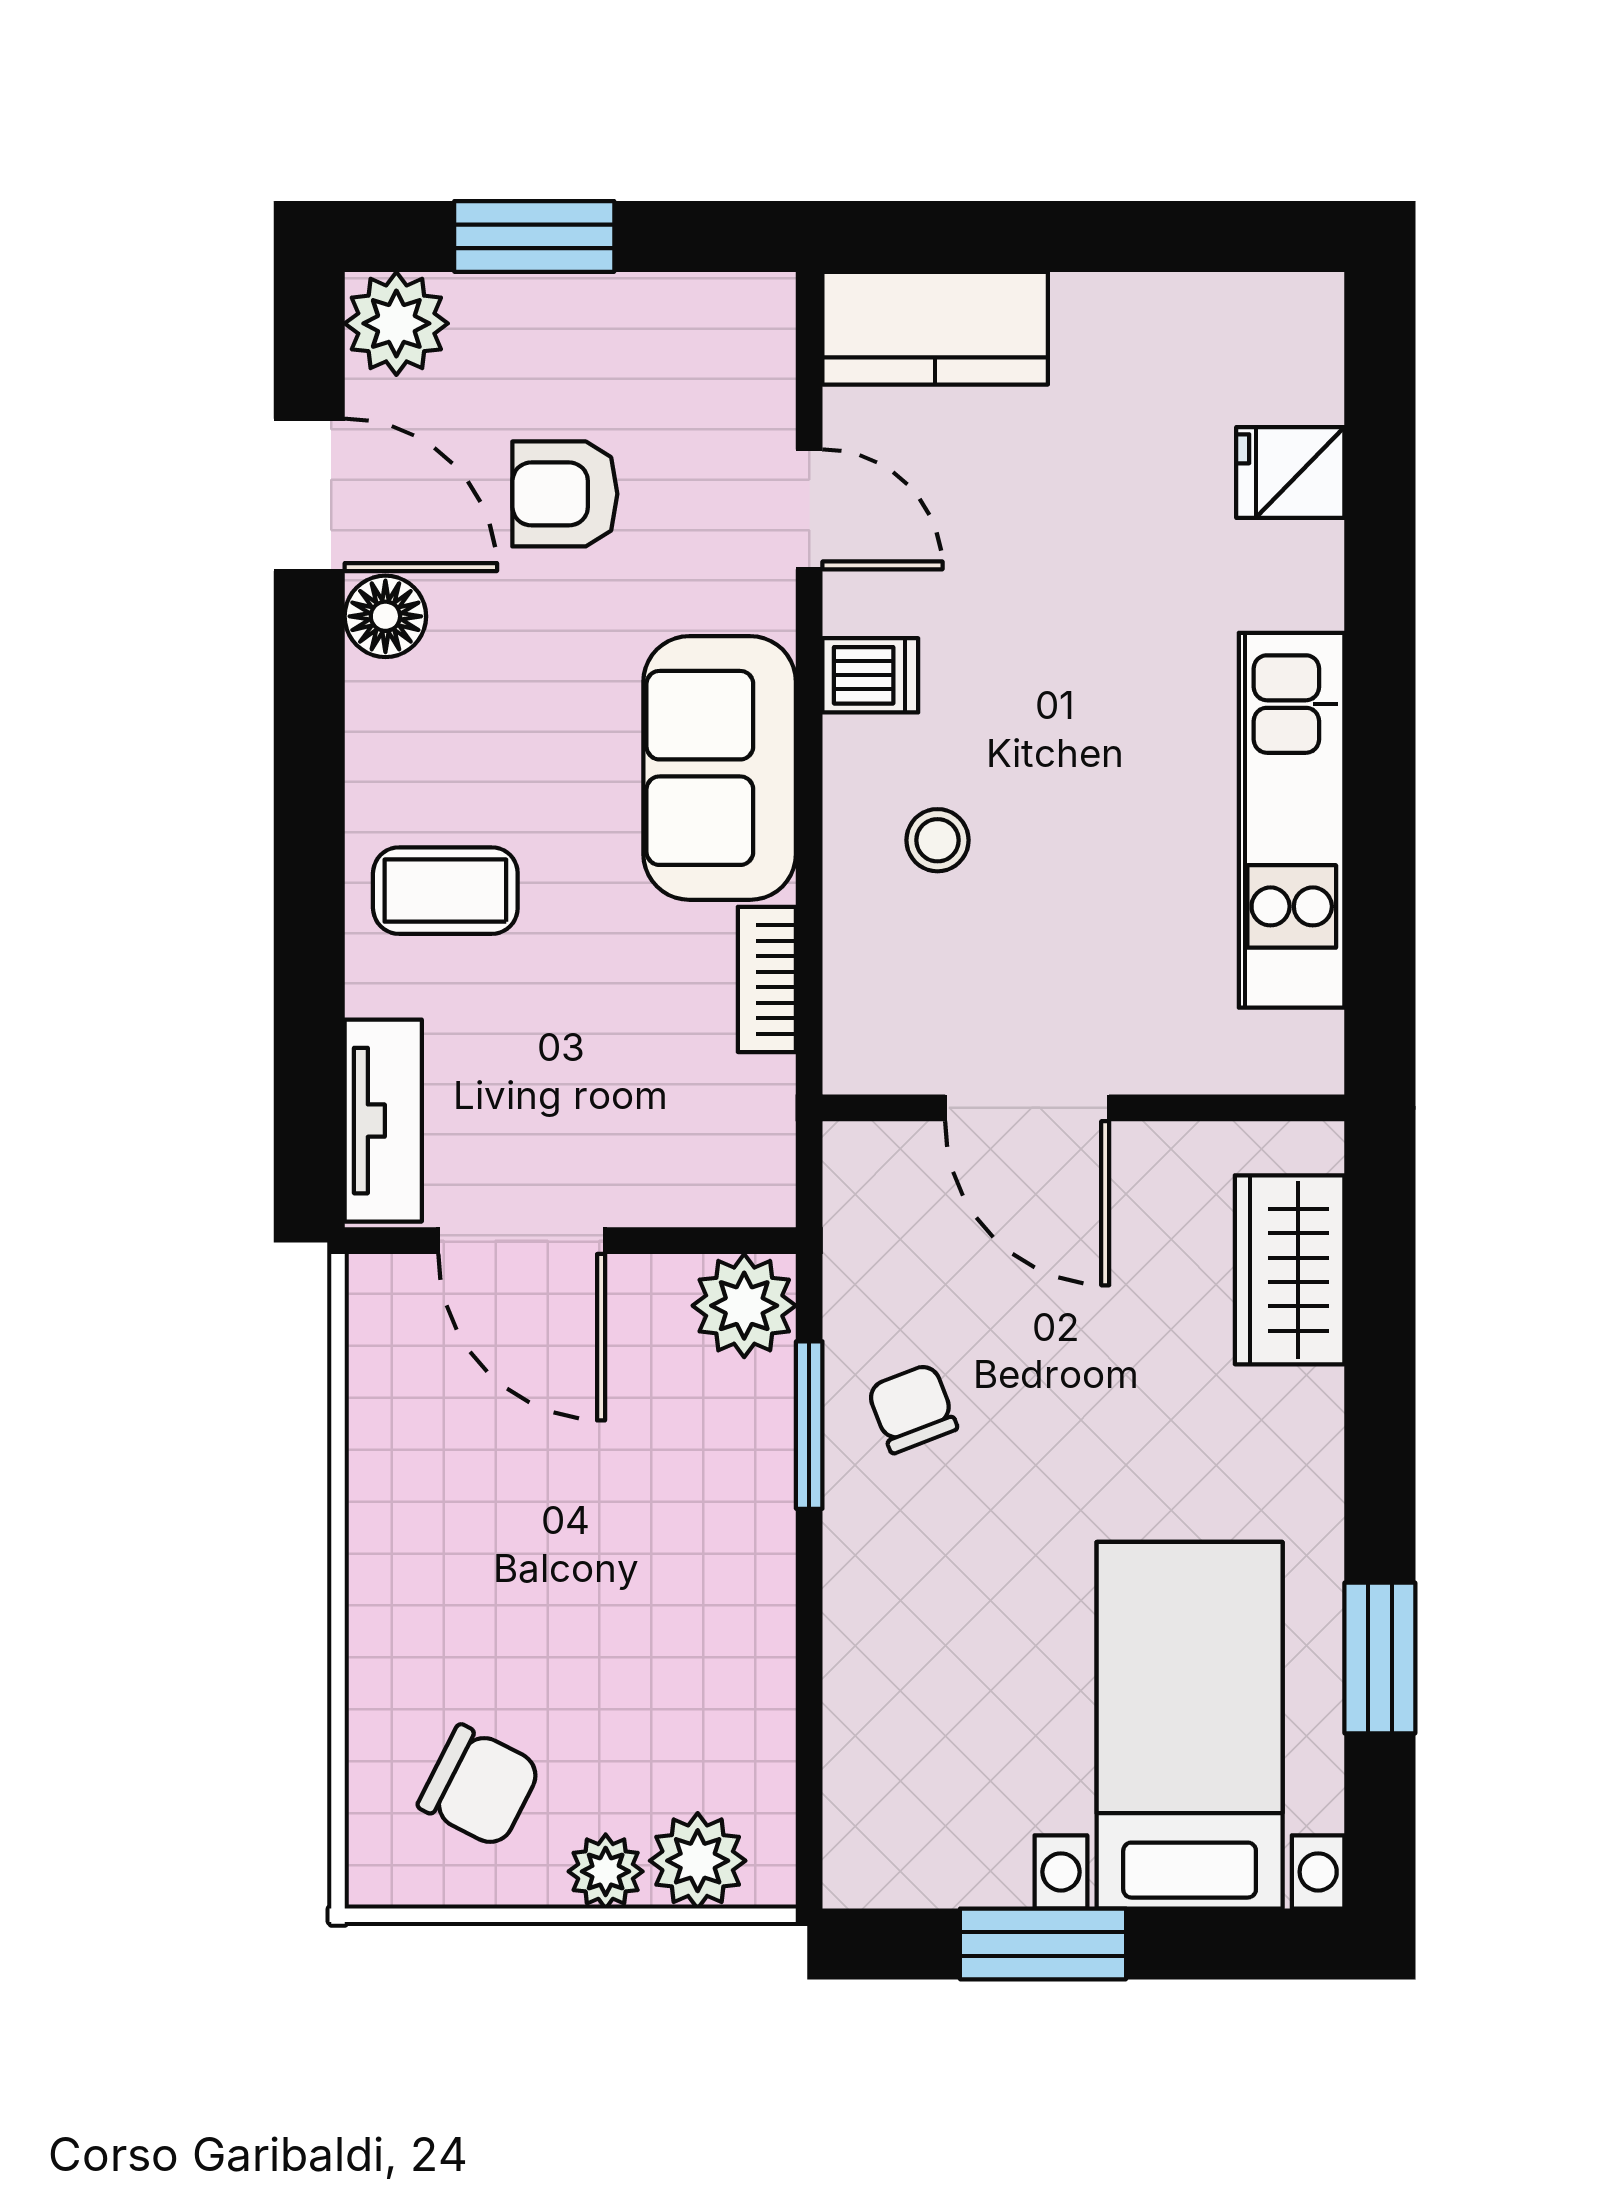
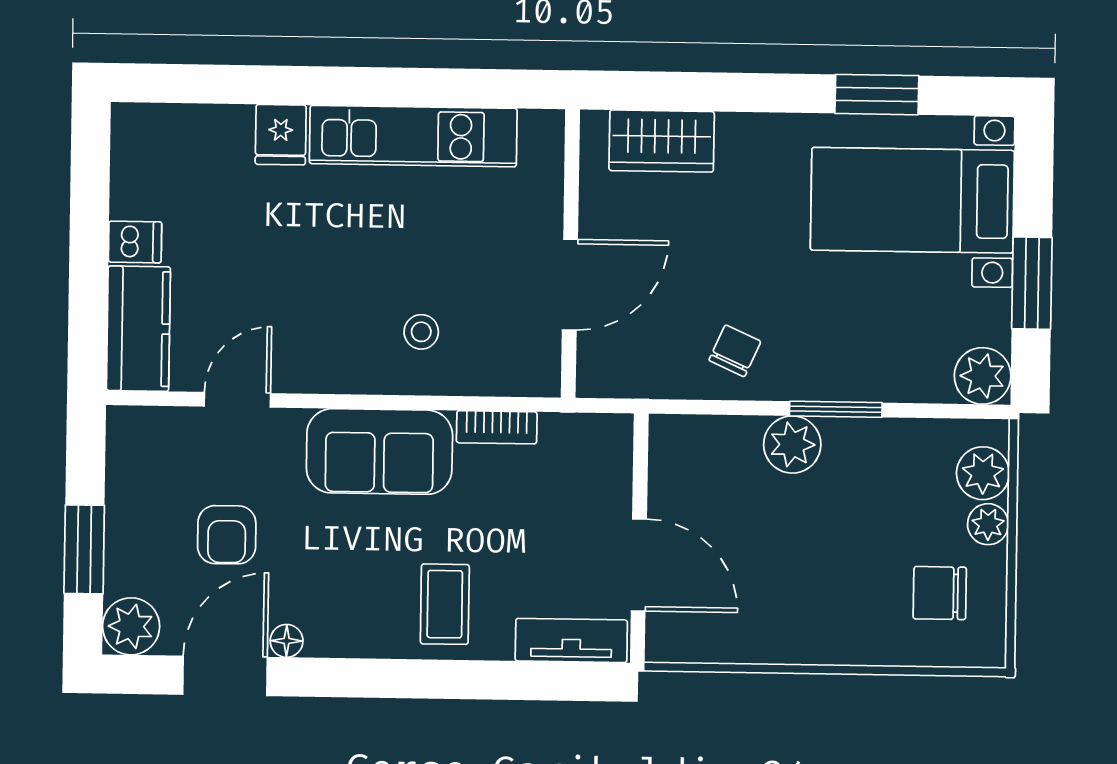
fridge: (1290, 472) -> (281, 135), moved
floor lamp: (385, 616) -> (287, 641), width x0.73, depth x0.73
dishwasher: (870, 675) -> (135, 242), moved, turned 90
door: (522, 1241) -> (639, 565), hinge flipped
plant: (744, 1306) -> (792, 444), moved
chair: (912, 1408) -> (735, 351), turned 135
window: (809, 1425) -> (836, 409), moved
chair: (480, 1786) -> (940, 593), turned -117
plant: (874, 1857) -> (983, 376), added

